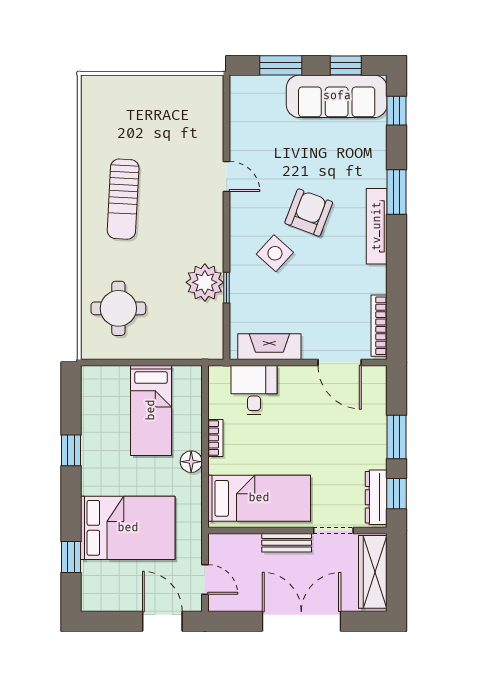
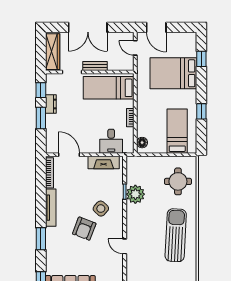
sun lounger: (123, 199) -> (176, 235), width x1.36, depth x1.34
tv unit: (377, 226) -> (51, 208), moved
bed: (151, 410) -> (177, 131), moved
floor lamp: (191, 462) -> (142, 143), moved
dresser: (376, 497) -> (51, 104), moved, width x0.70

